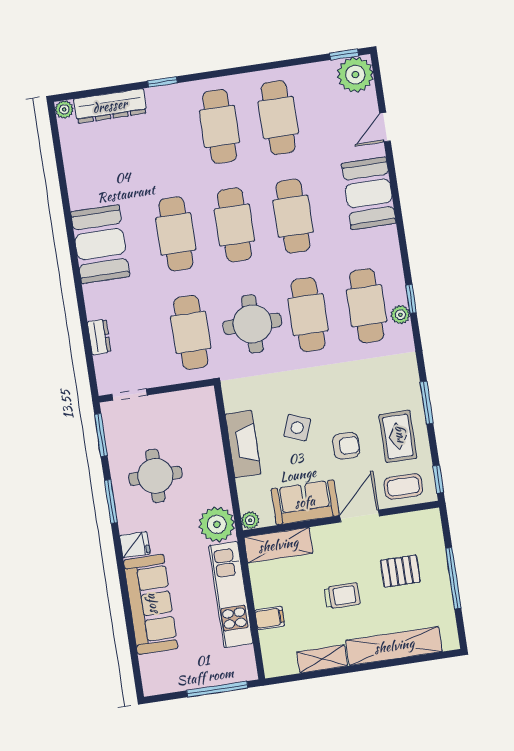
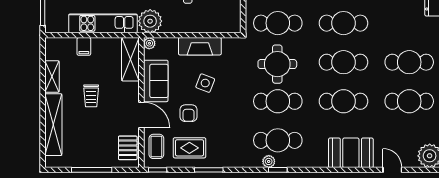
pallet: (400, 571) -> (128, 148), moved

